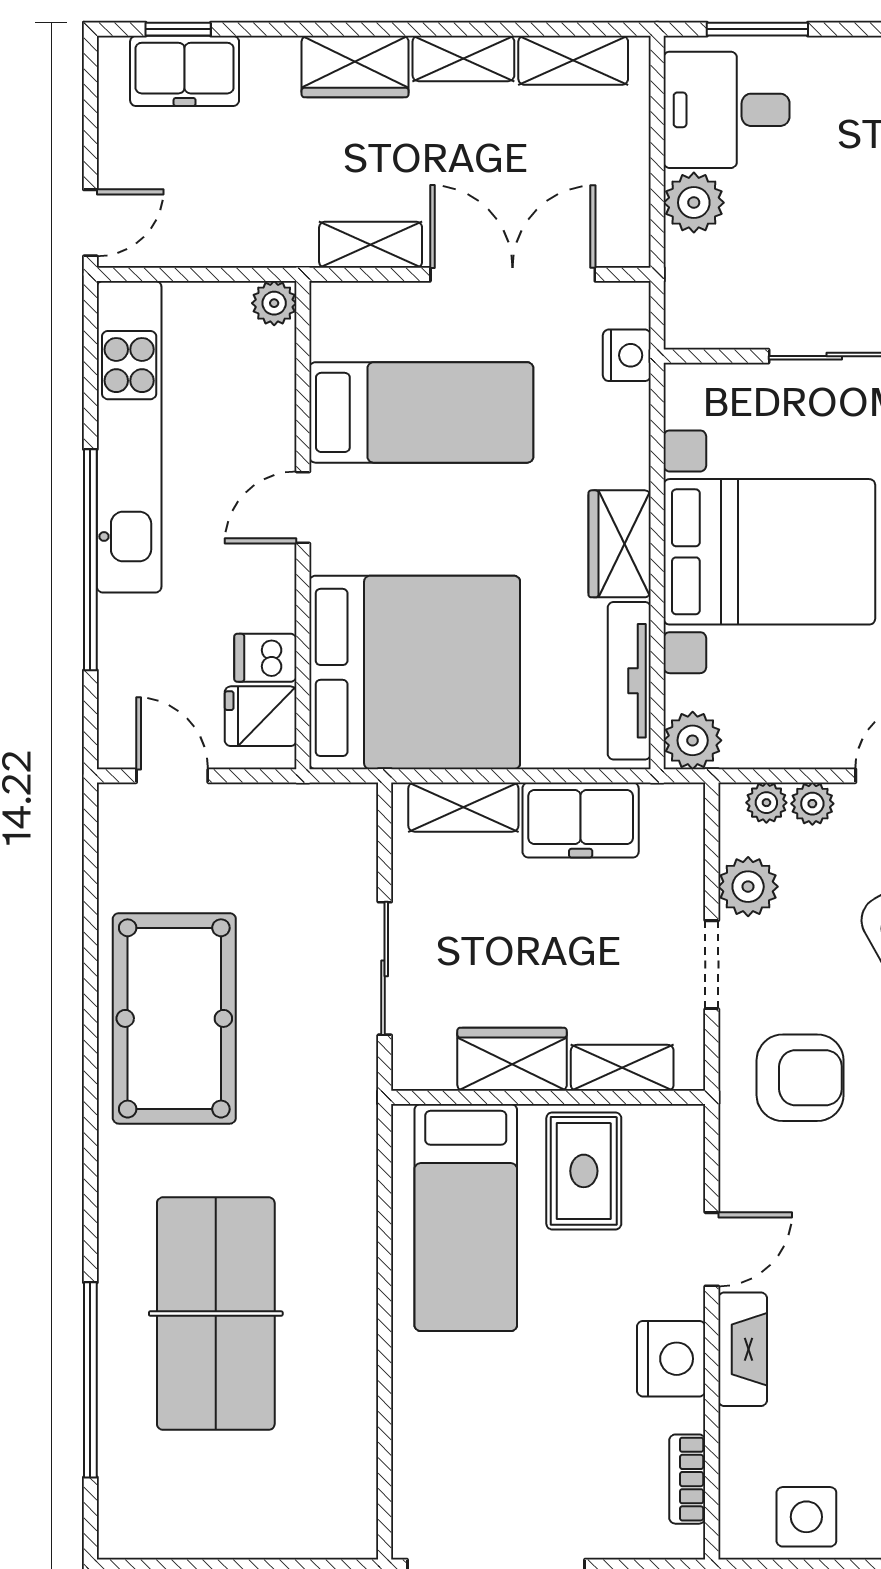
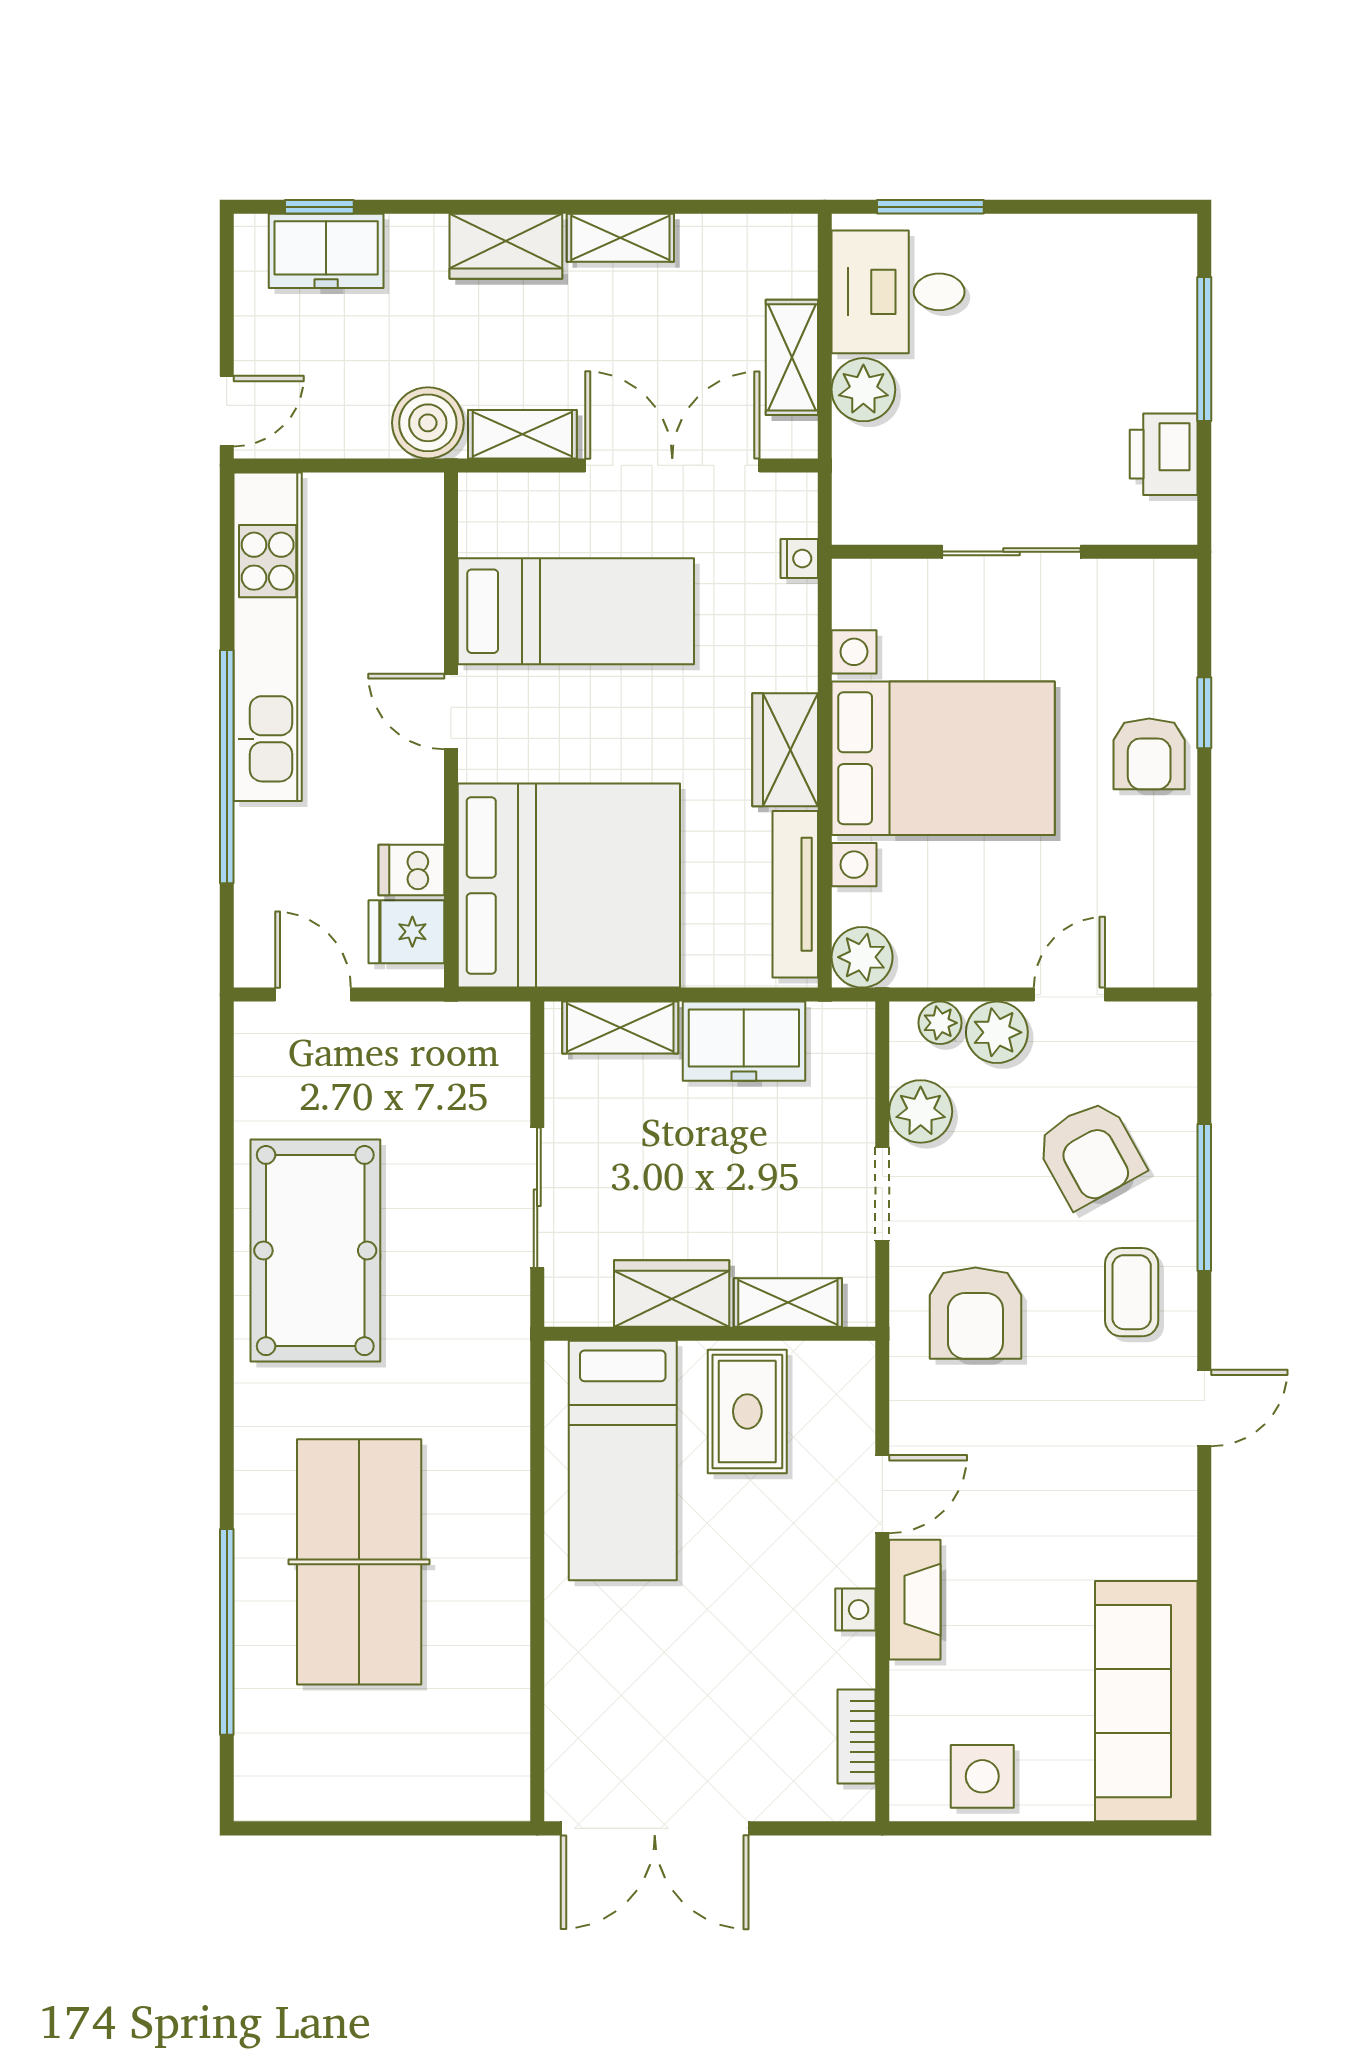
shelving: (573, 60) -> (792, 357), moved, turned 90
boiler: (281, 234) -> (428, 423), added
plant: (274, 303) -> (421, 496), removed
nightstand: (627, 355) -> (799, 559), width x0.72, depth x0.74
door: (303, 507) -> (451, 711), hinge flipped
plant: (812, 804) -> (997, 1032), width x1.38, depth x1.38
armchair: (800, 1078) -> (975, 1313), turned 90
nightstand: (671, 1359) -> (855, 1610), width x0.53, depth x0.56

